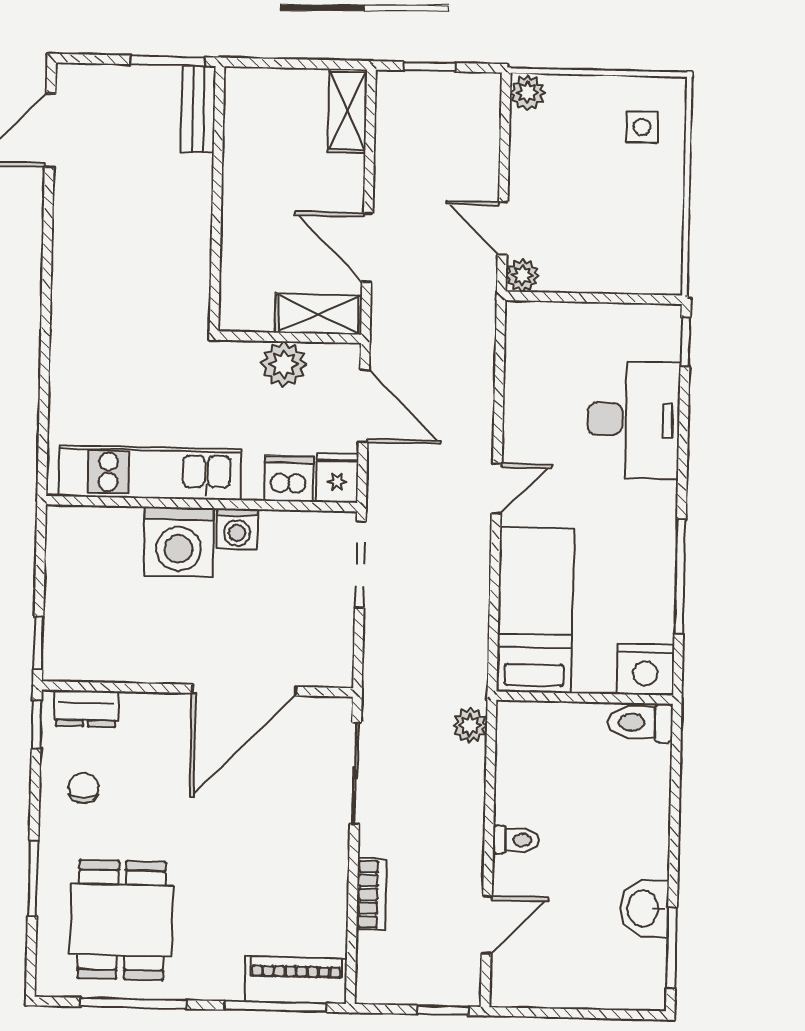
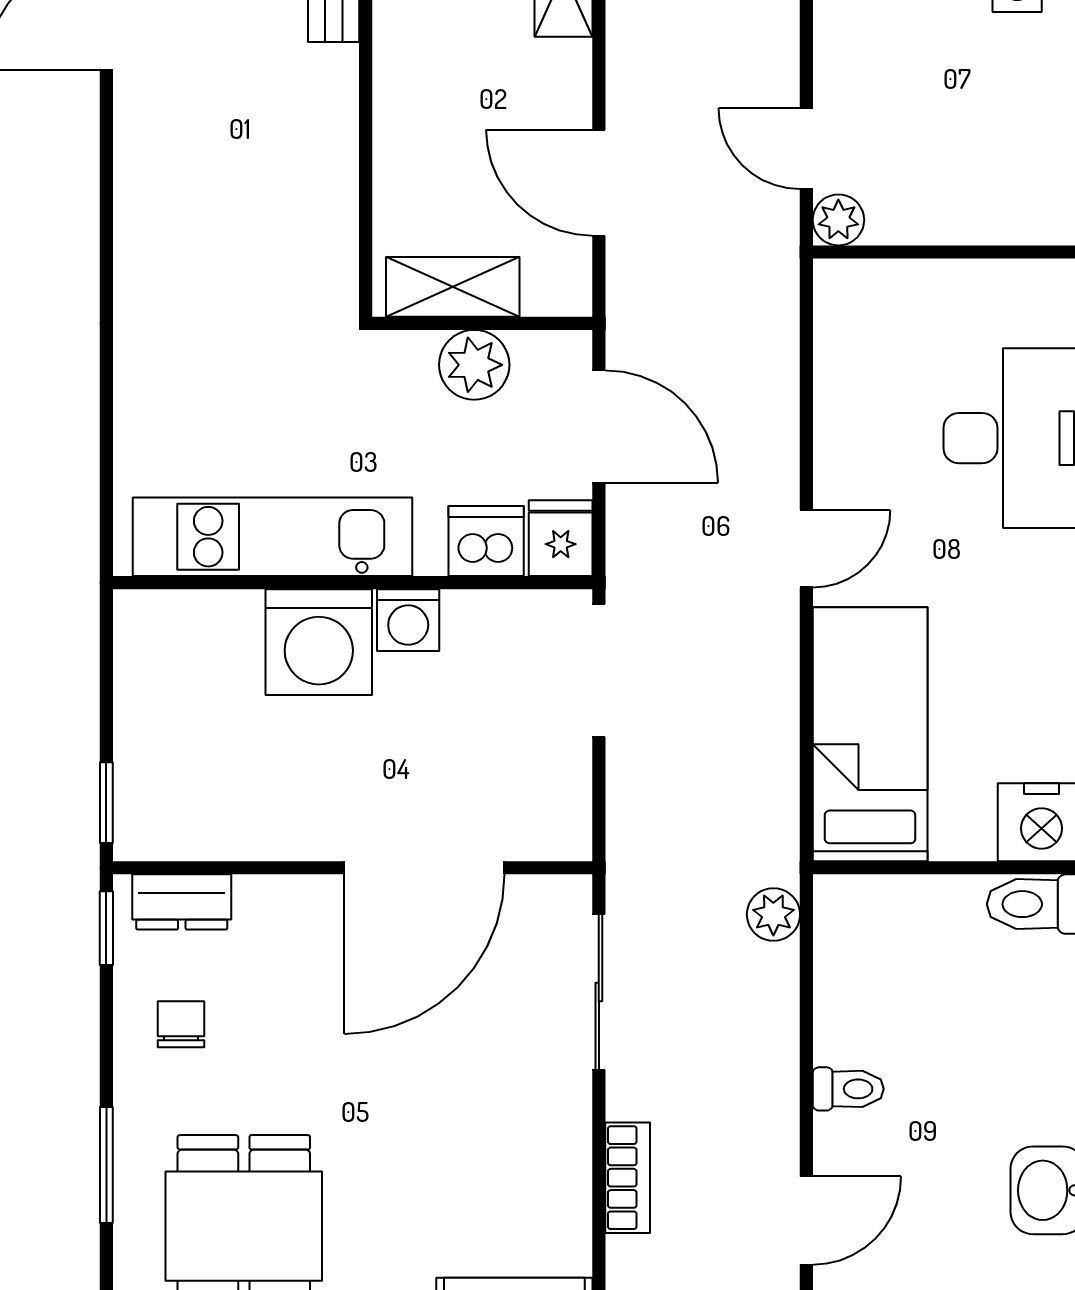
shelving: (318, 314) -> (453, 287), moved

